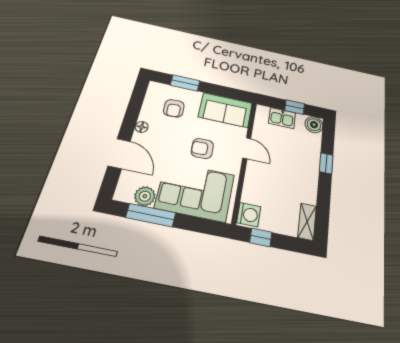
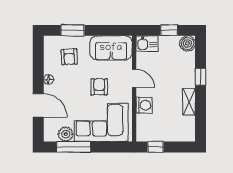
kitchen sink: (282, 118) -> (147, 44), moved
armchair: (202, 148) -> (99, 87), turned 92
washing machine: (249, 215) -> (144, 105), moved
shelving: (307, 222) -> (189, 102), moved

